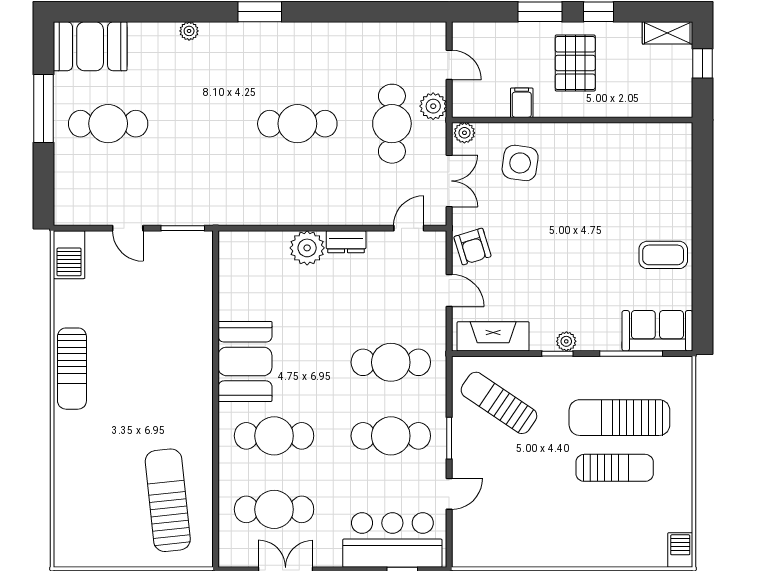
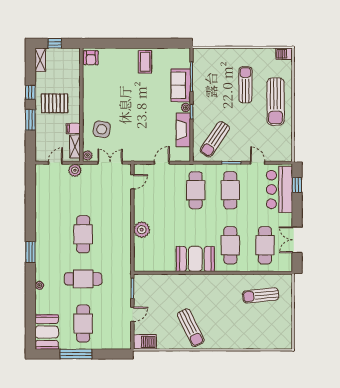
shelving: (484, 106) -> (75, 146), added
cafe table: (392, 124) -> (83, 279), moved
door: (409, 228) -> (132, 182), swing flipped
dresser: (346, 242) -> (139, 211), removed
armchair: (473, 247) -> (91, 58), moved, turned 107
sofa: (657, 331) -> (181, 85), moved
fireplace: (493, 336) -> (183, 130), moved
sun lounger: (72, 369) -> (191, 328), moved, turned 64
sun lounger: (619, 418) -> (276, 102), moved
sun lounger: (168, 500) -> (261, 295), width x0.73, depth x0.75

